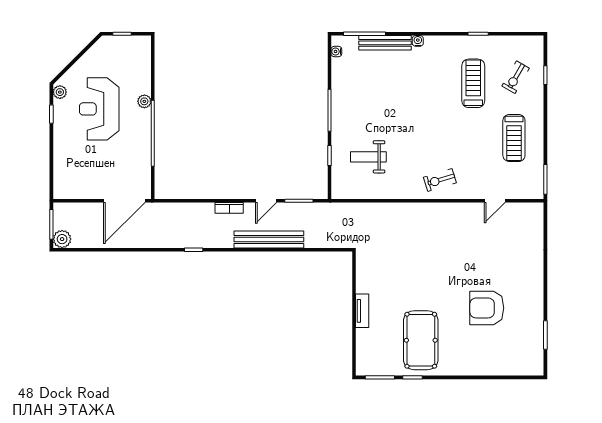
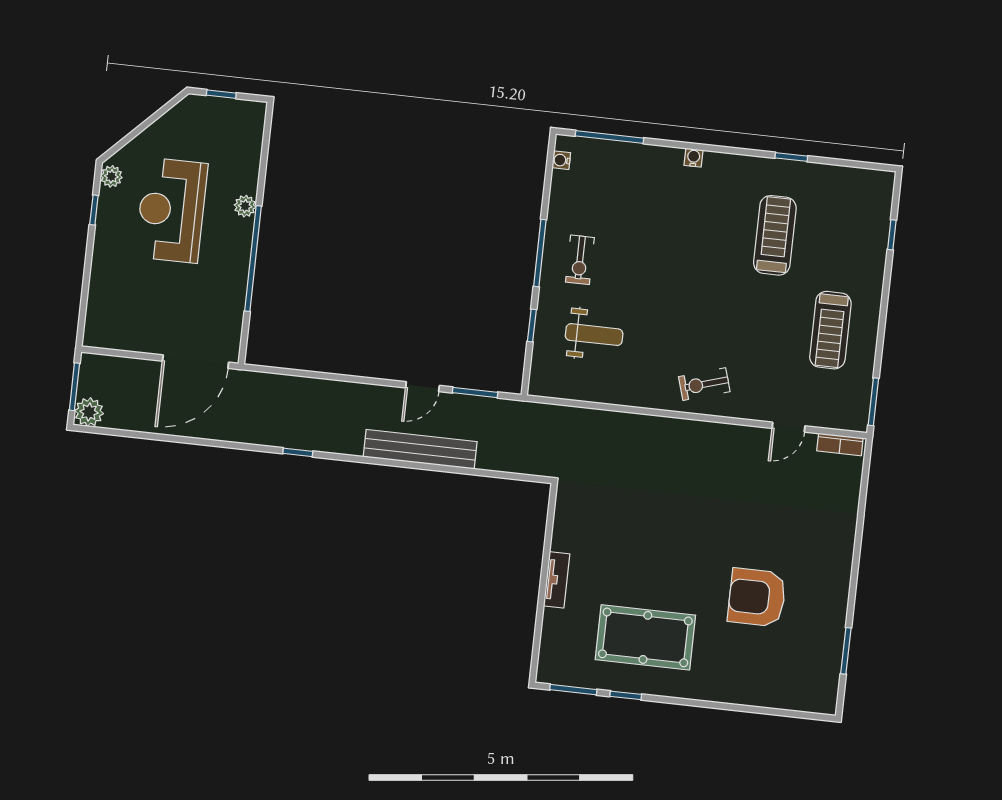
bench: (385, 43) -> (641, 155), removed
exercise bike: (516, 77) -> (580, 260), moved, turned -30
weight bench: (368, 157) -> (594, 335), turned 180
bookcase: (229, 208) -> (840, 444), moved
pool table: (421, 340) -> (645, 637), turned 90

